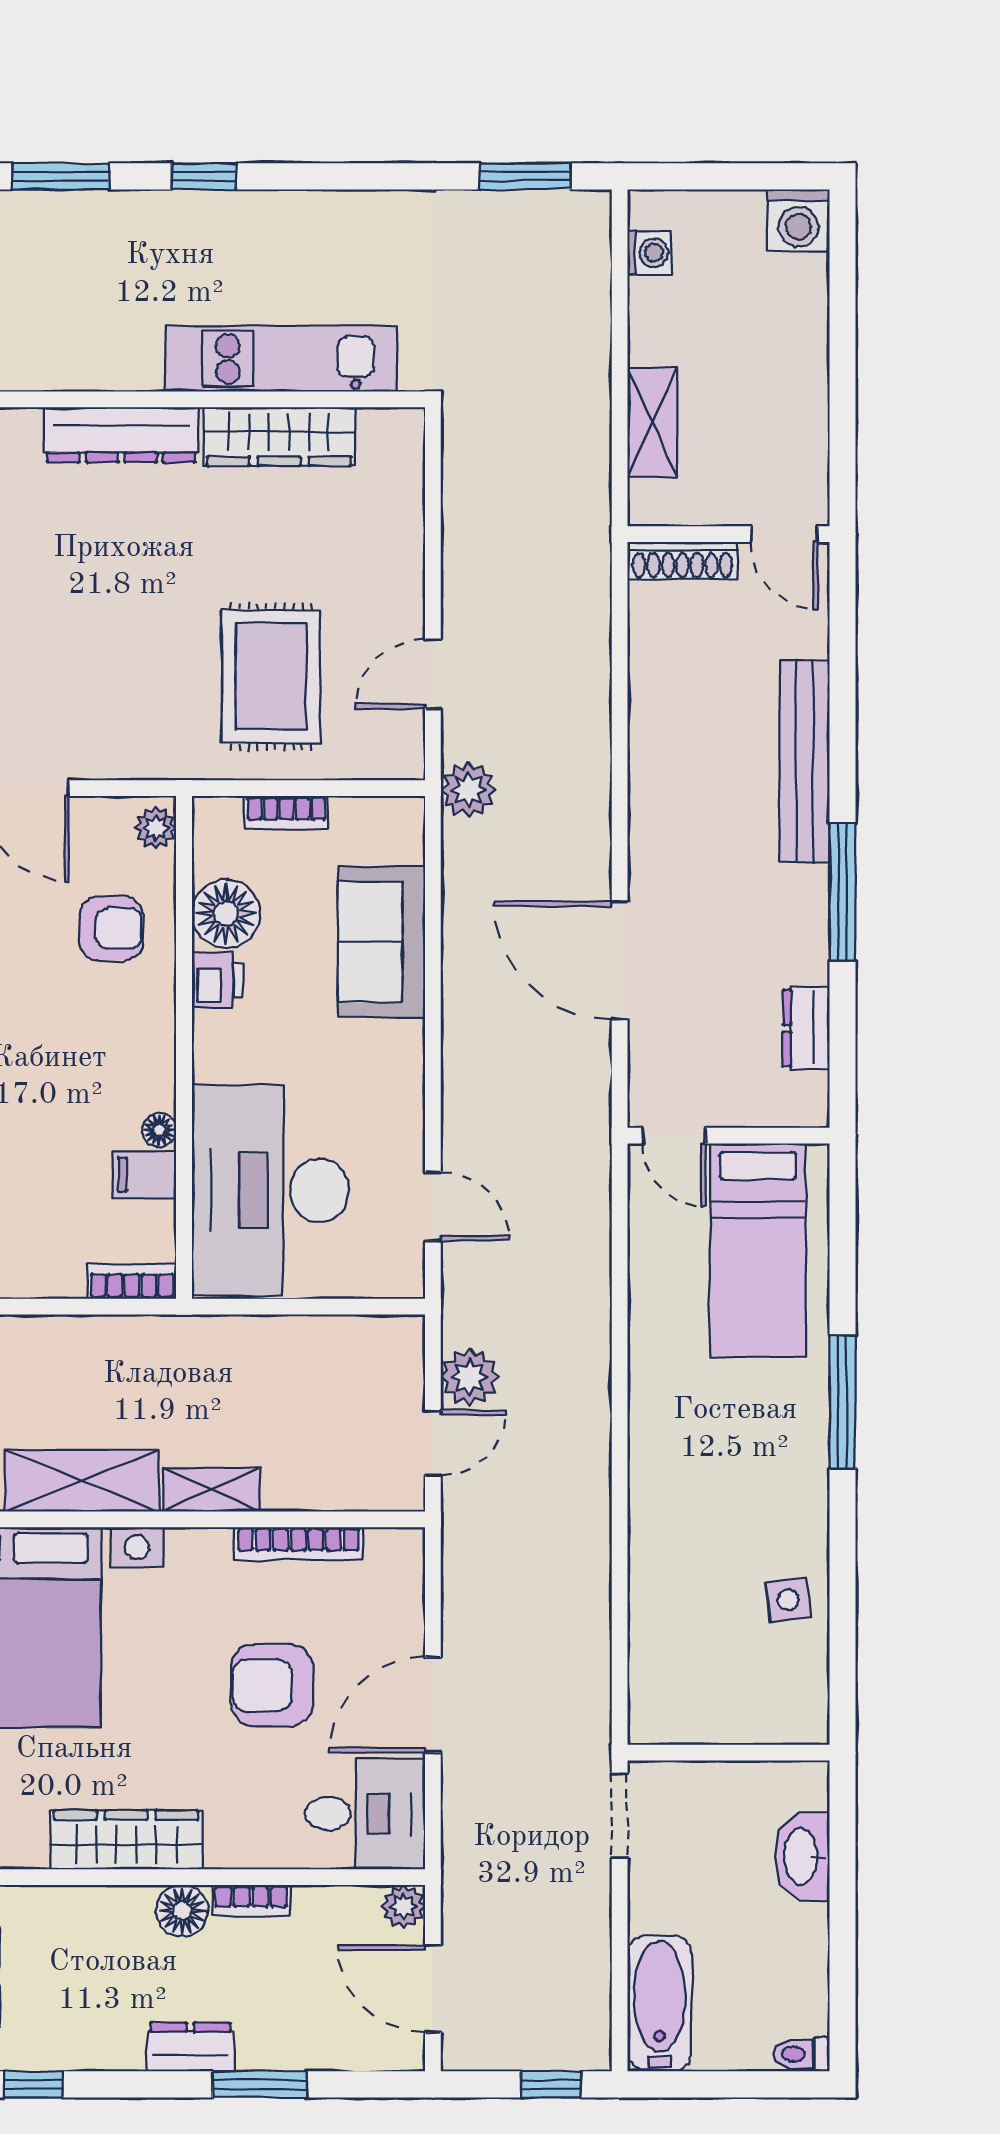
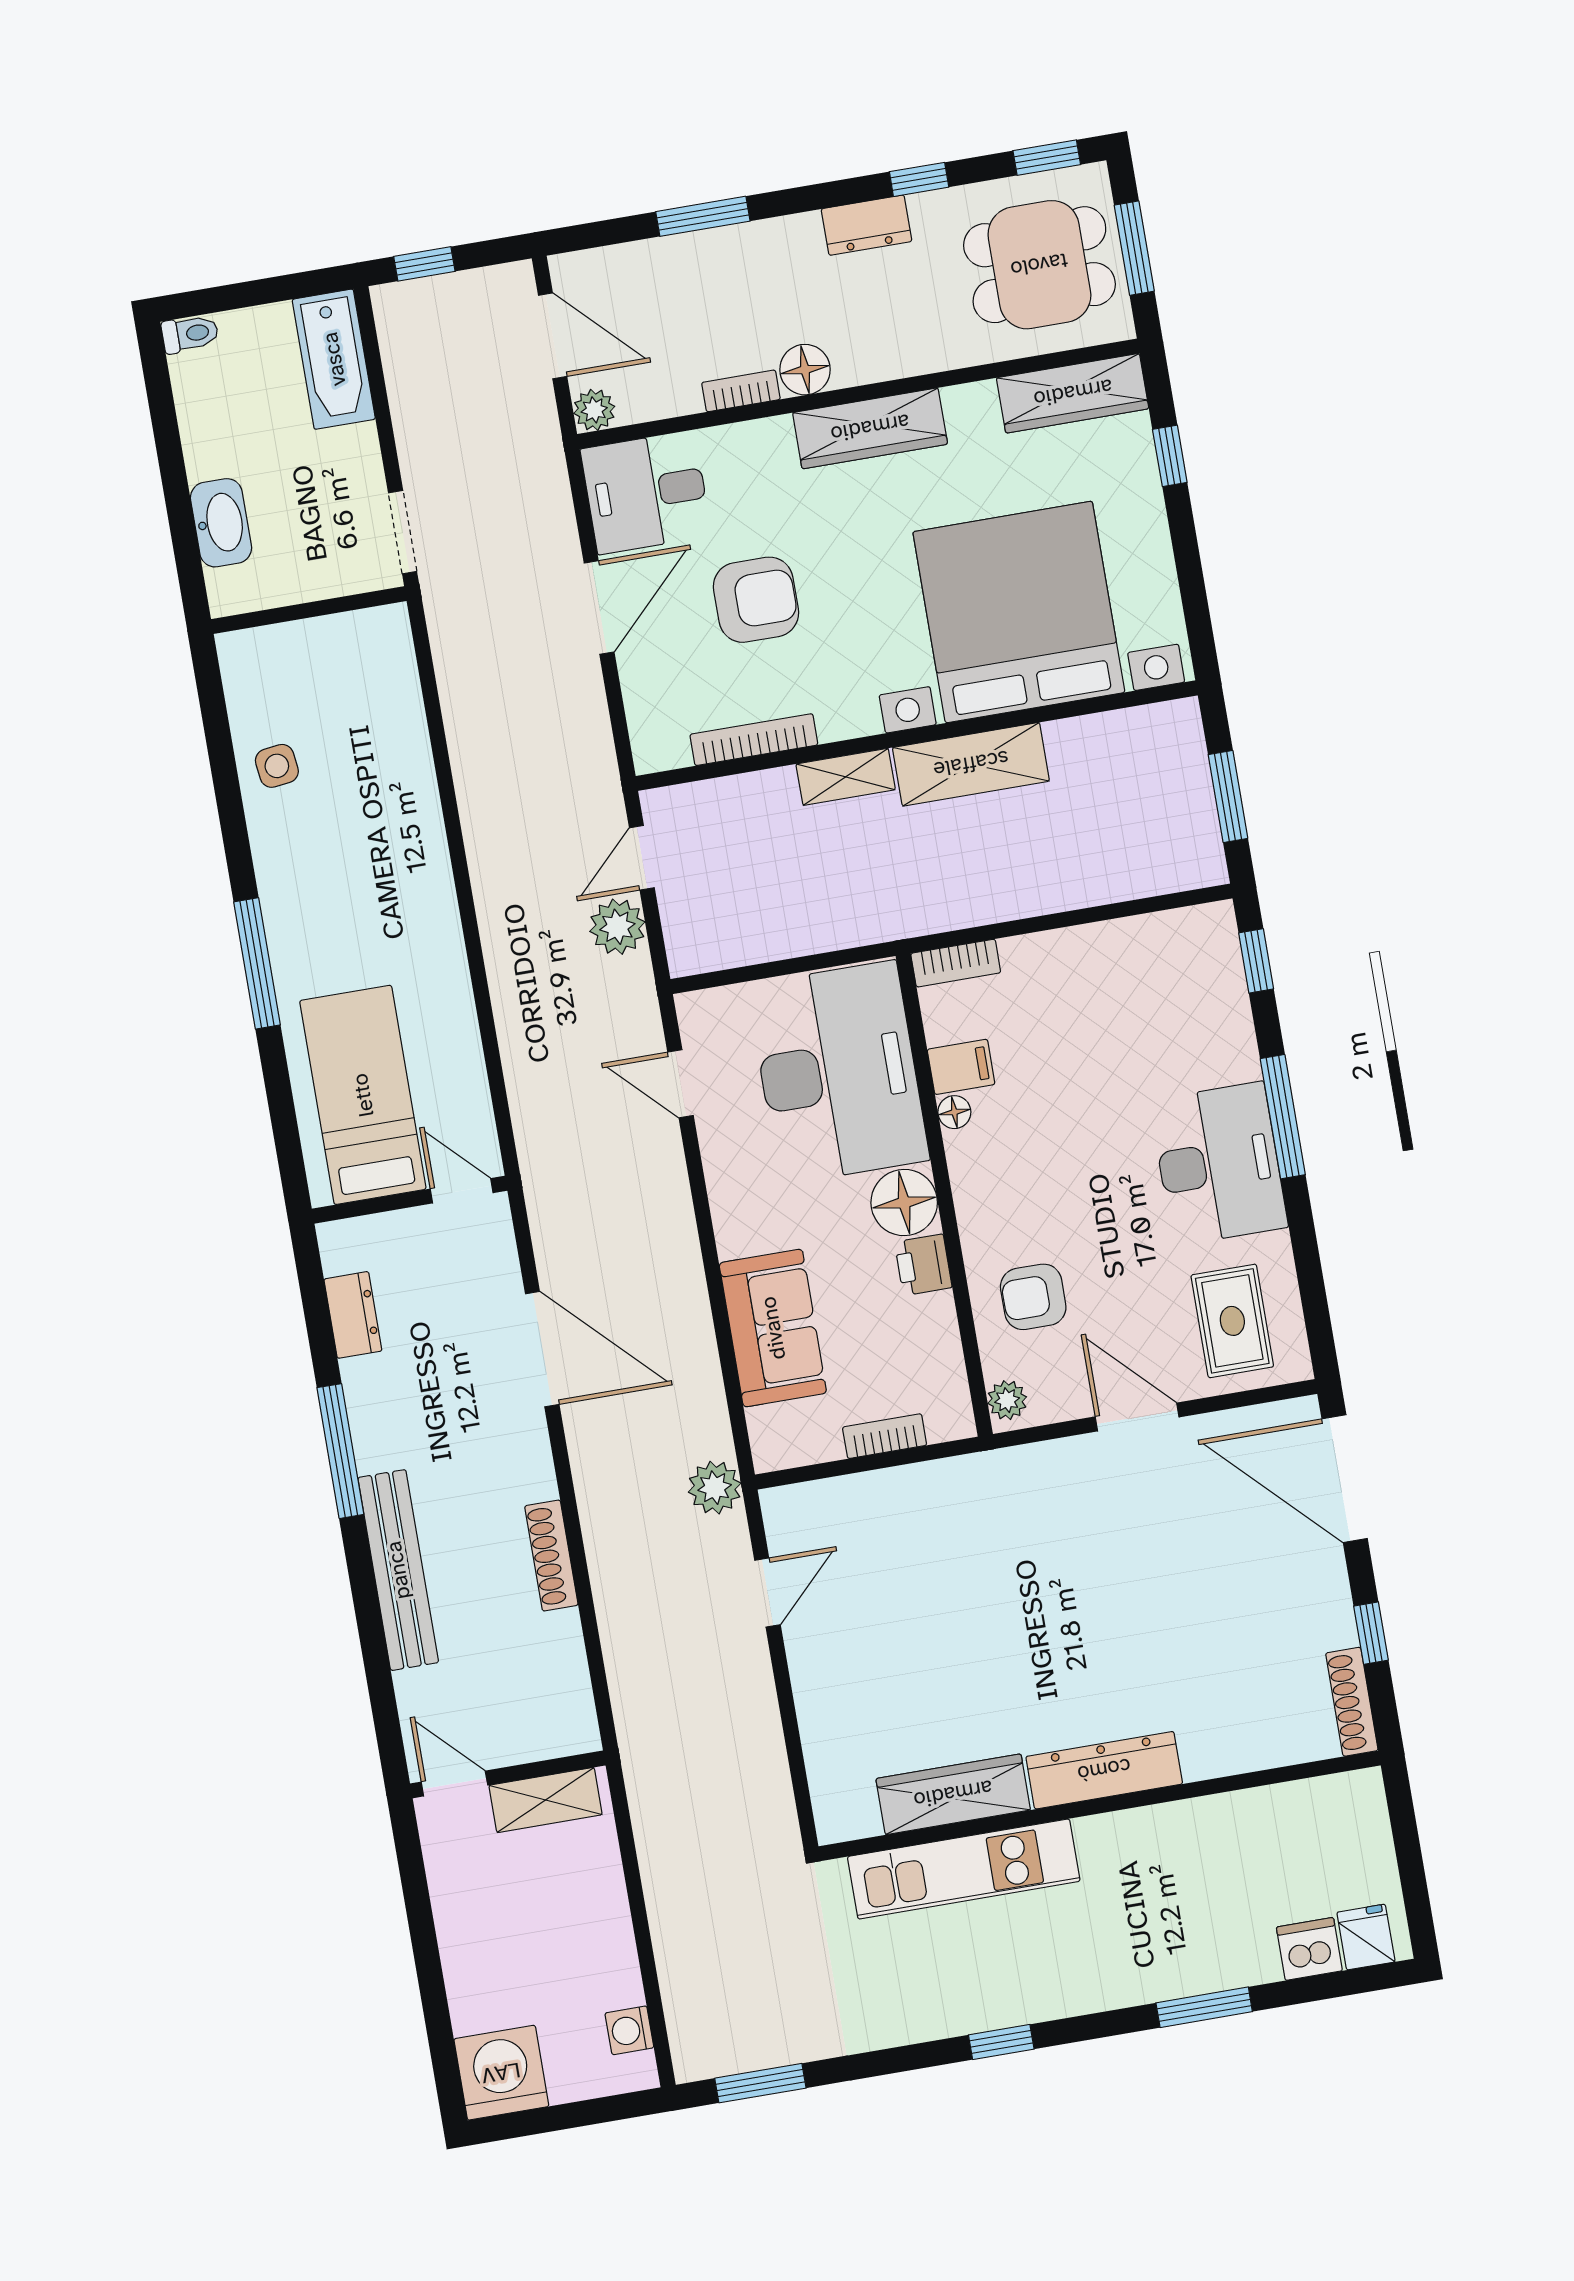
window: (204, 176) -> (1001, 2042), moved
washing machine: (798, 220) -> (501, 2073), width x1.37, depth x1.37
shelving: (652, 422) -> (546, 1800), moved, turned 90
shoe rack: (682, 561) -> (551, 1556), moved, turned -90
rug: (271, 677) -> (922, 1564), removed
floor lamp: (226, 913) -> (904, 1203), moved
dresser: (190, 2047) -> (866, 225), moved

